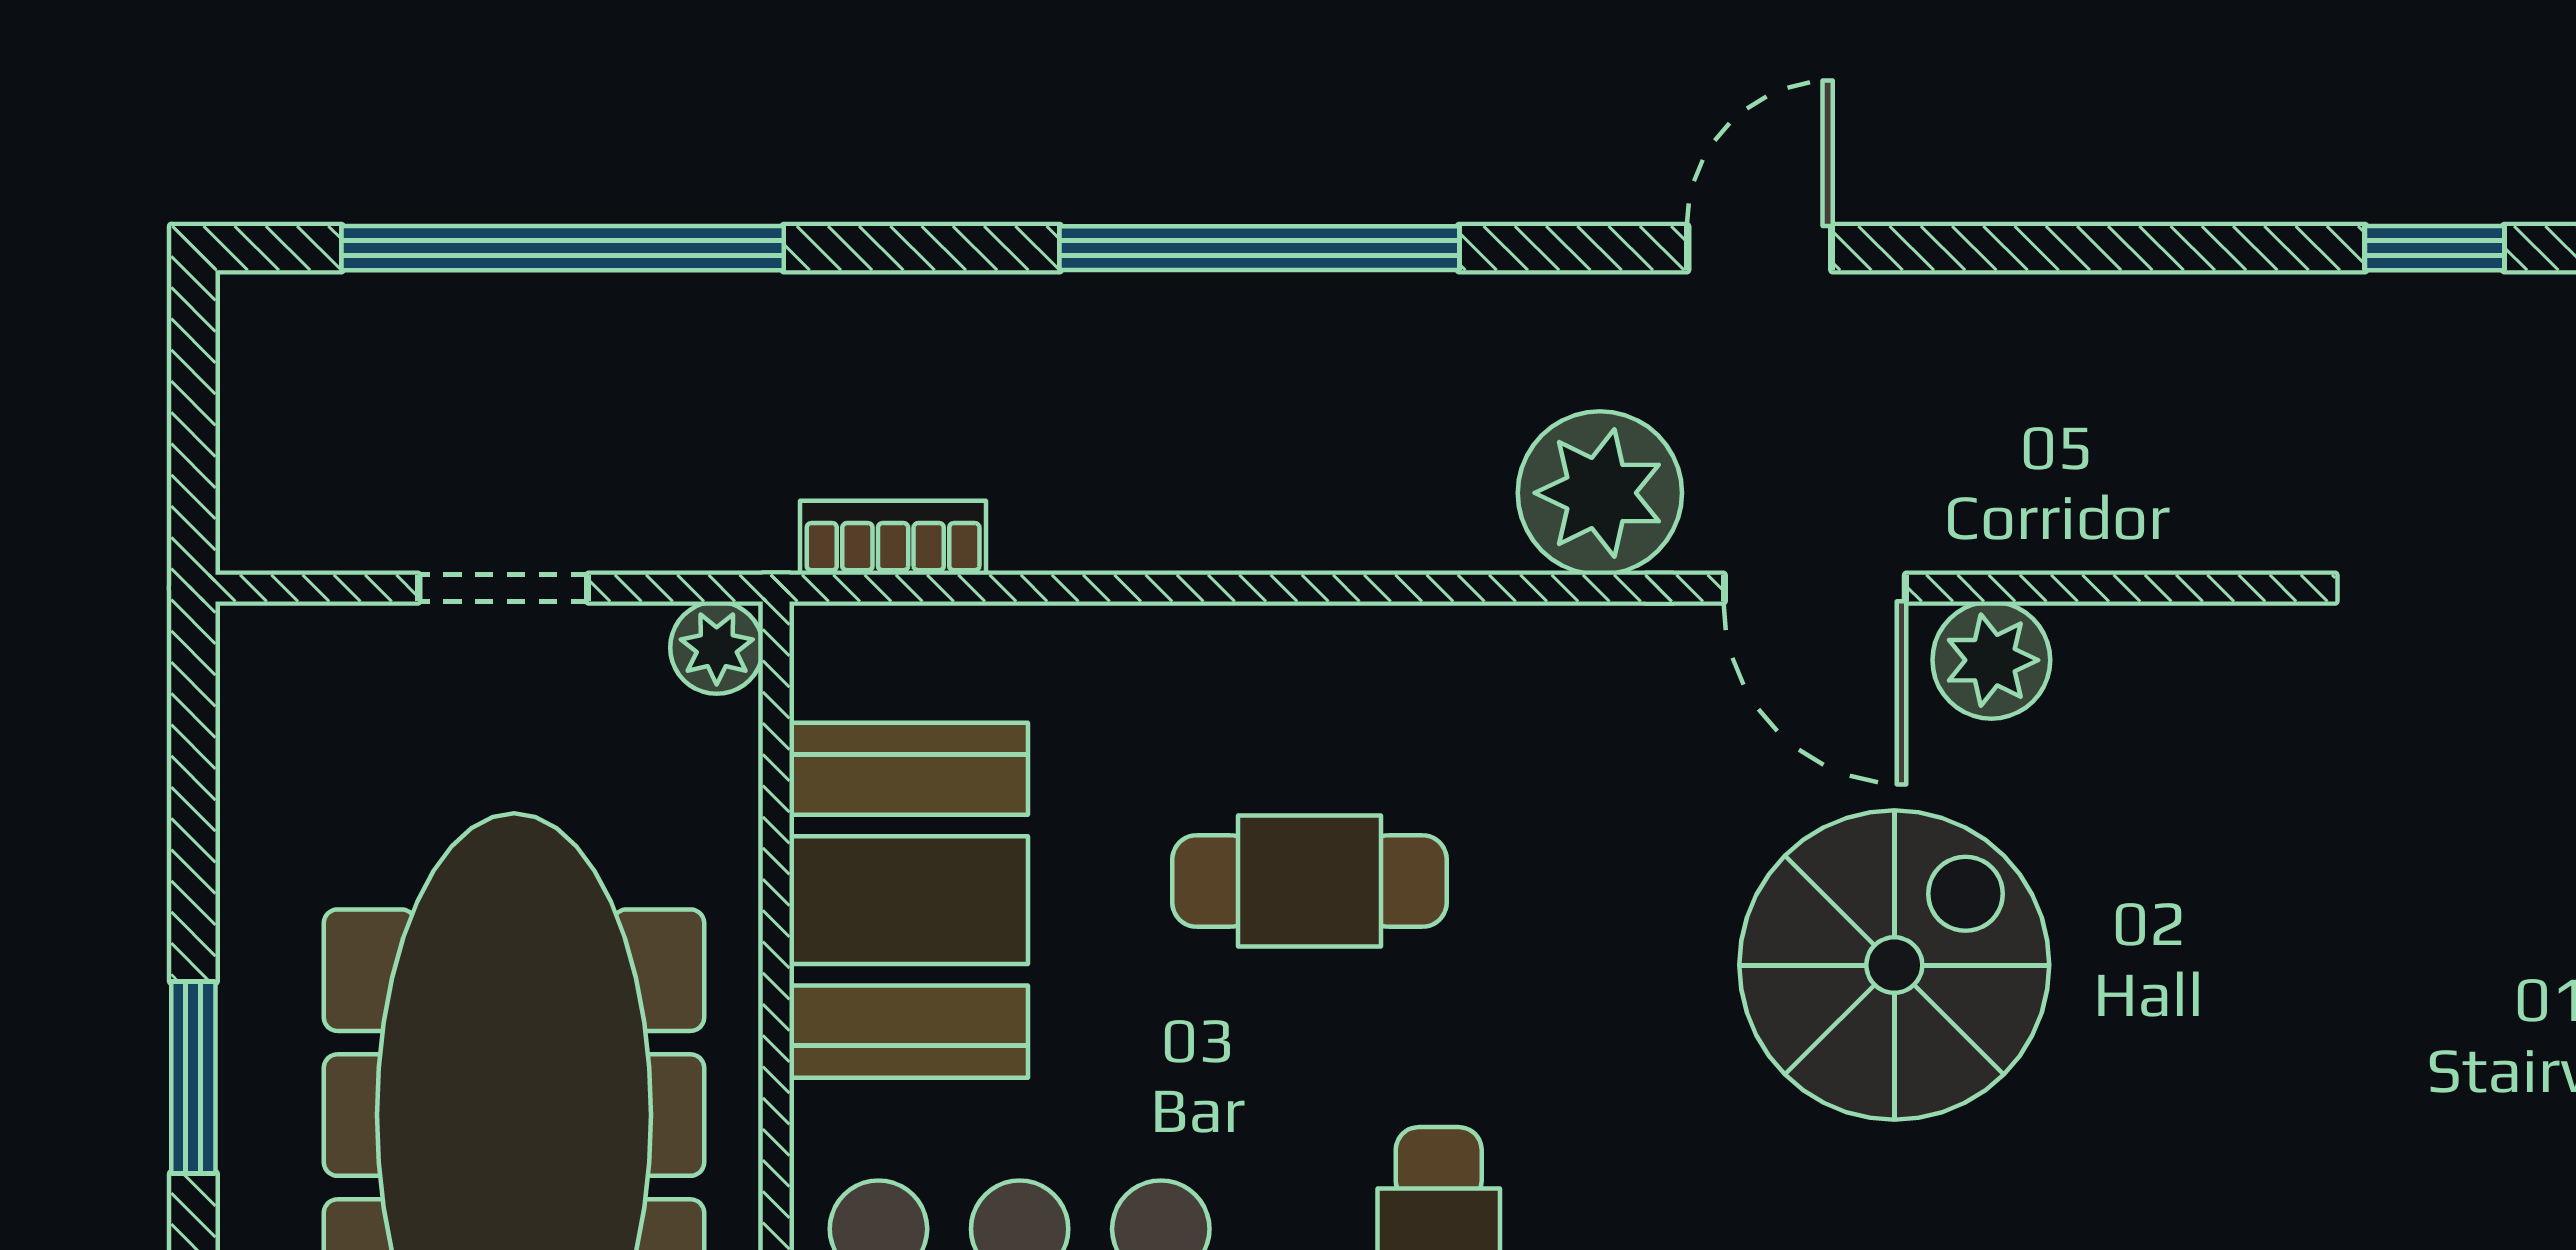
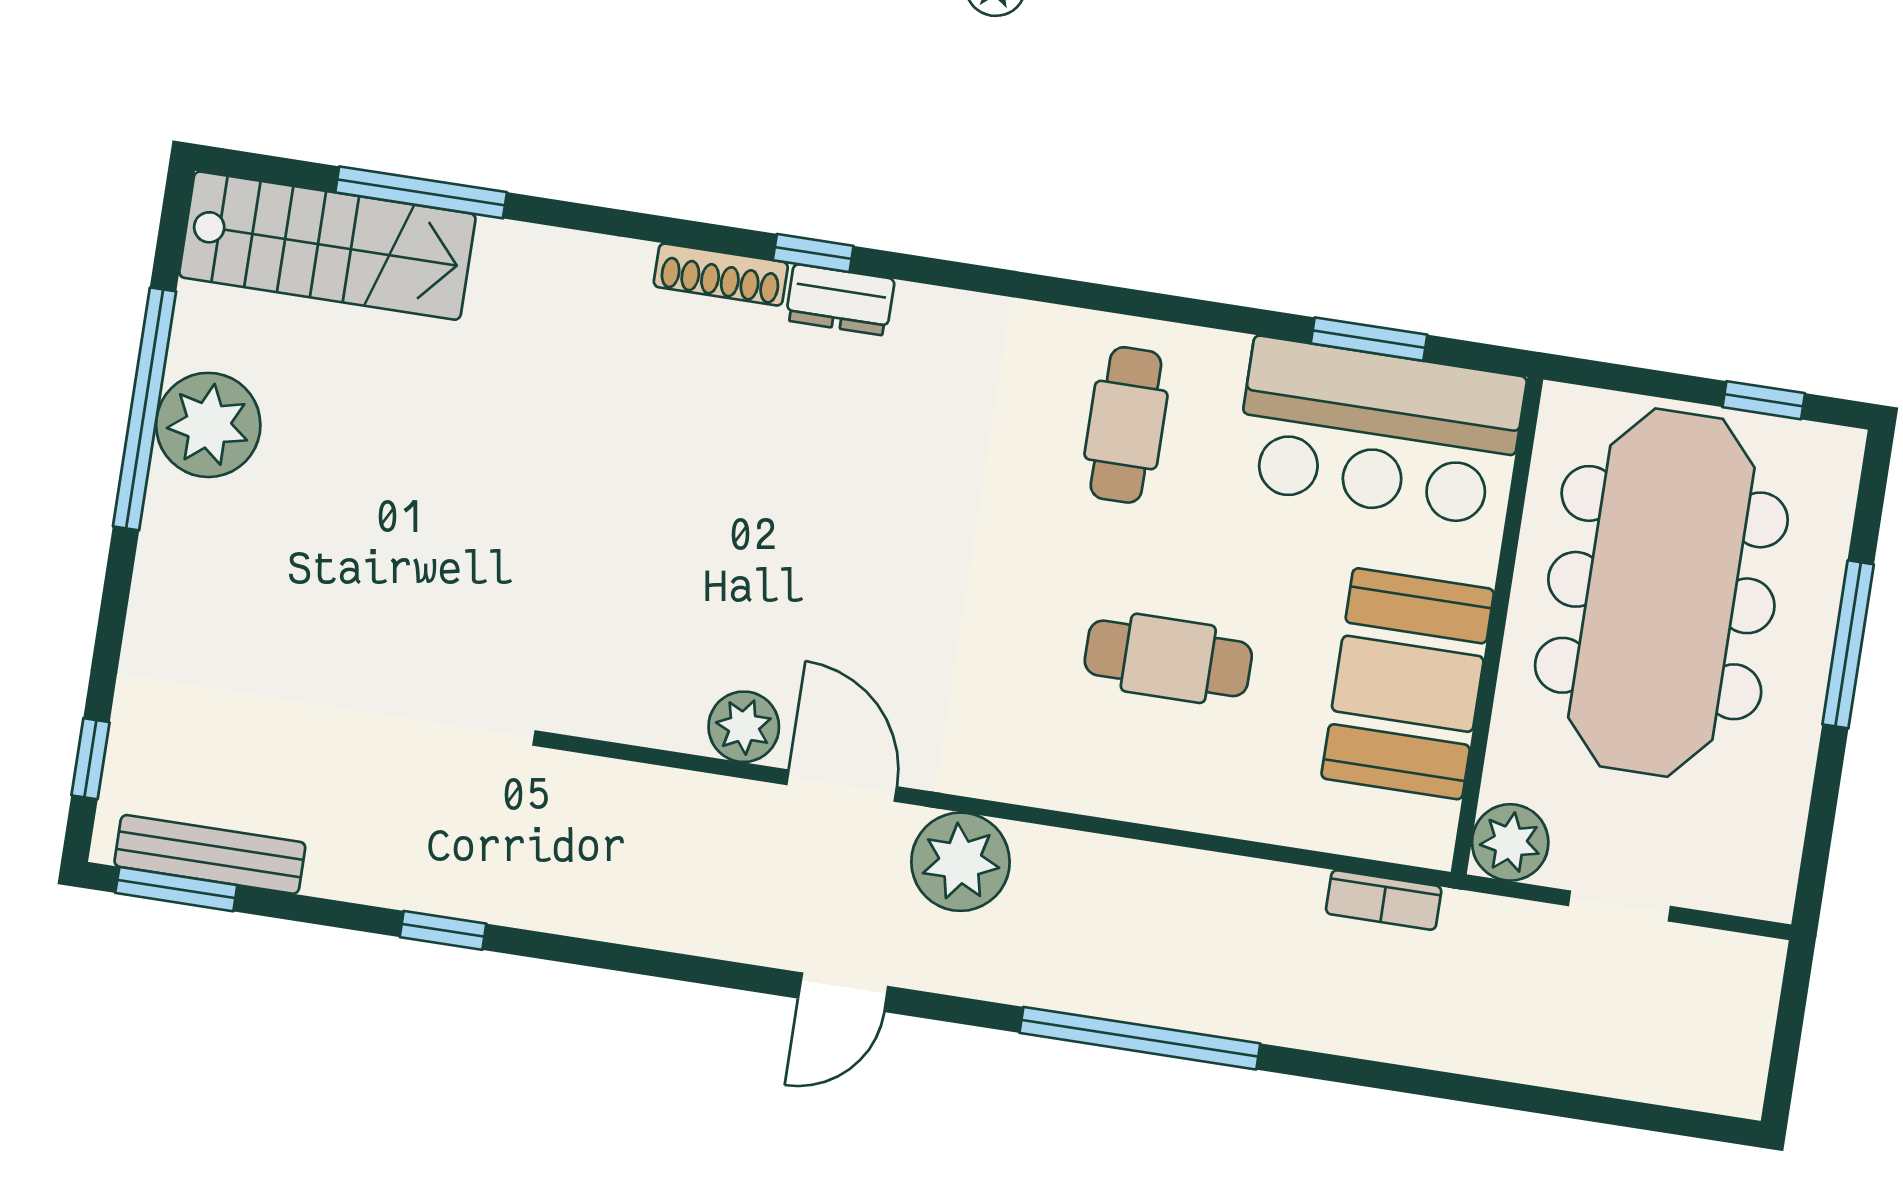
window: (563, 248) -> (1553, 1102), removed
plant: (717, 648) -> (1510, 842), width x1.38, depth x1.38
spiral stairs: (1894, 965) -> (829, 555), removed
window: (193, 1077) -> (1848, 644), width x1.44

